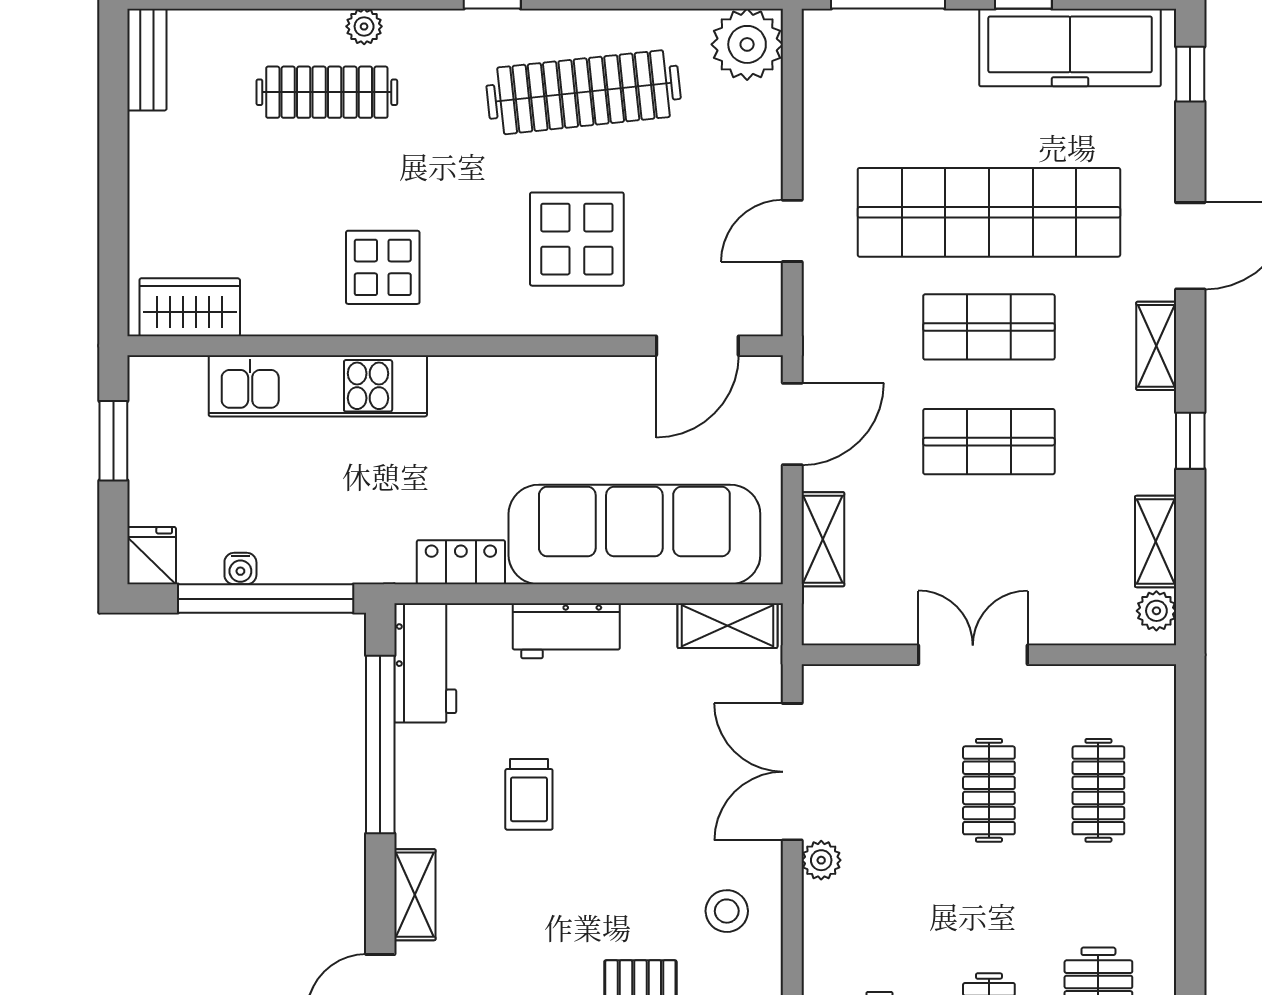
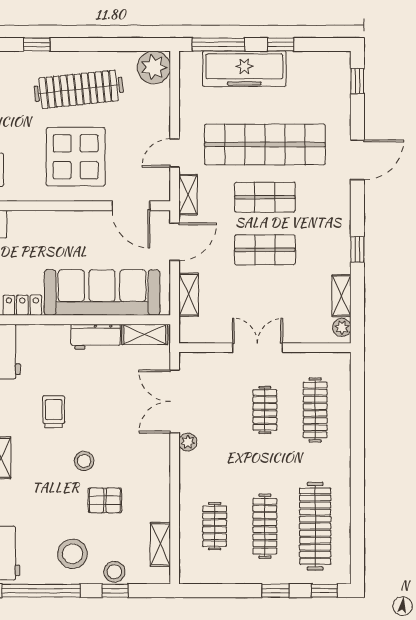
freezer: (1070, 47) -> (244, 69), moved
display table: (577, 239) -> (76, 157), width x1.36, depth x1.36
door: (697, 346) -> (131, 206), hinge flipped
shelving: (1156, 346) -> (188, 195), moved
workbench: (566, 631) -> (96, 337), moved
clothes rail: (1098, 790) -> (315, 410), width x1.36
trolley: (529, 794) -> (54, 412), turned 180
stool: (727, 911) -> (84, 461), moved

